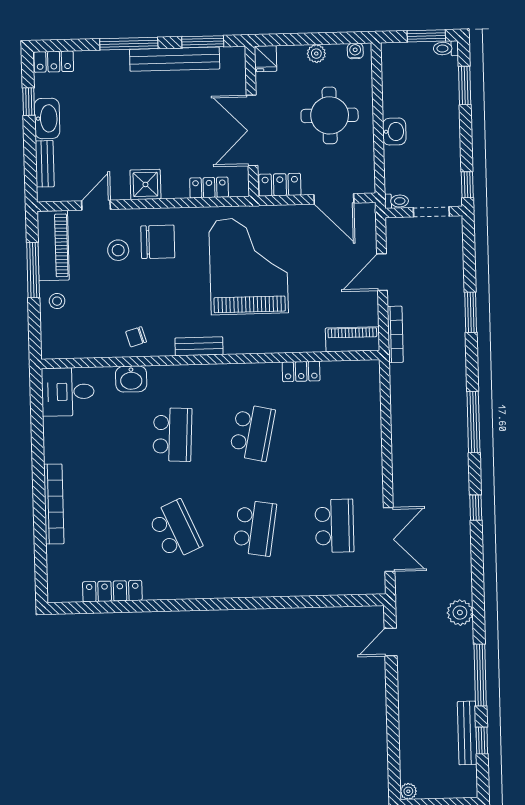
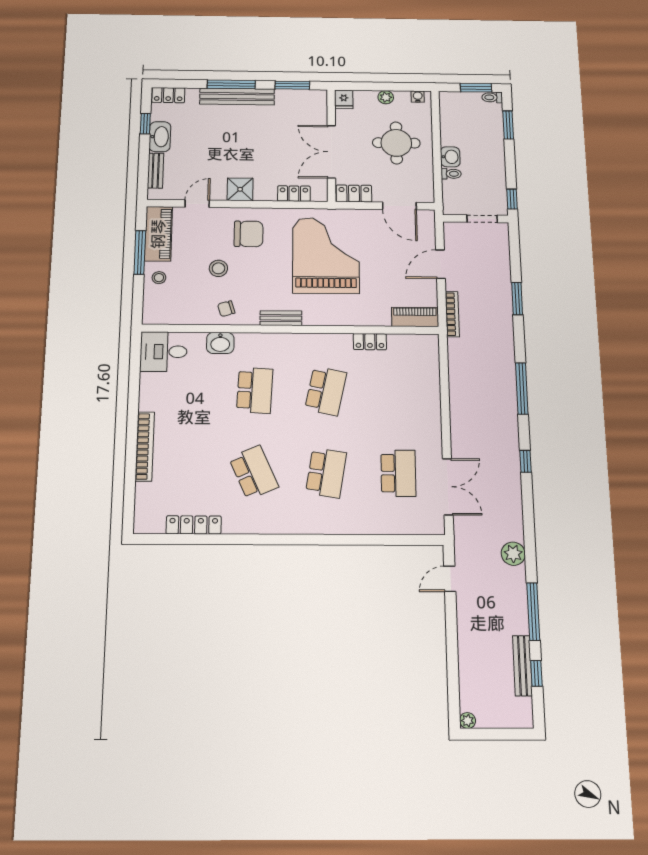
bench: (175, 59) -> (237, 97), moved
toilet: (396, 201) -> (451, 174), moved
stool: (118, 250) -> (218, 268), moved

